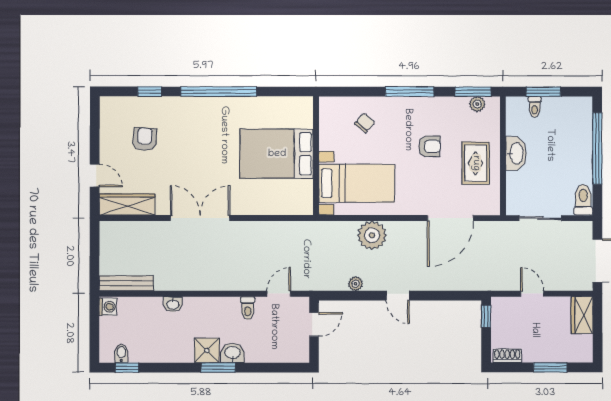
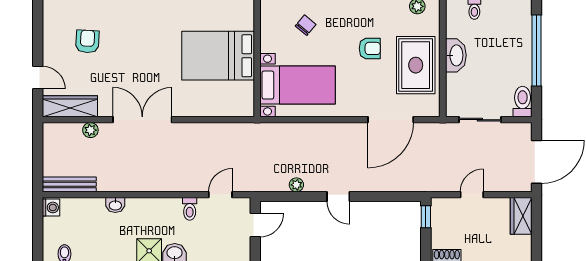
rug: (476, 163) -> (416, 65), width x1.36, depth x1.43
plant: (372, 235) -> (90, 130), moved, width x0.53, depth x0.53
door: (532, 294) -> (472, 195), hinge flipped

